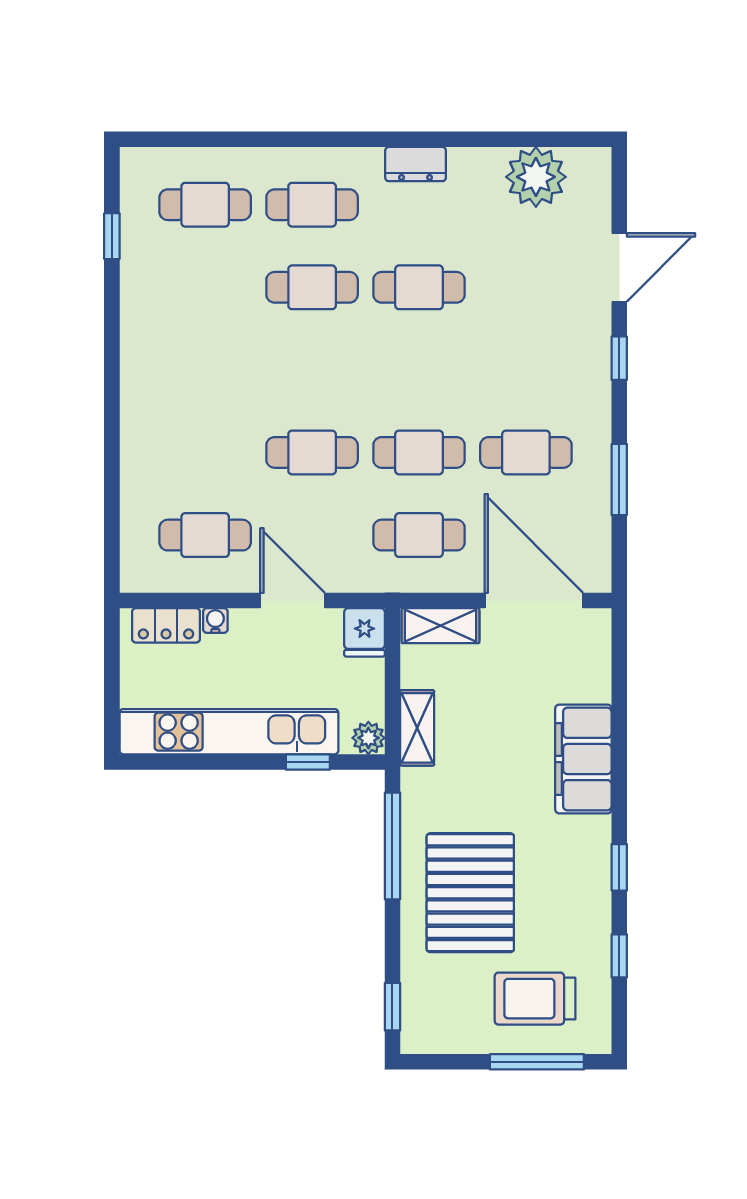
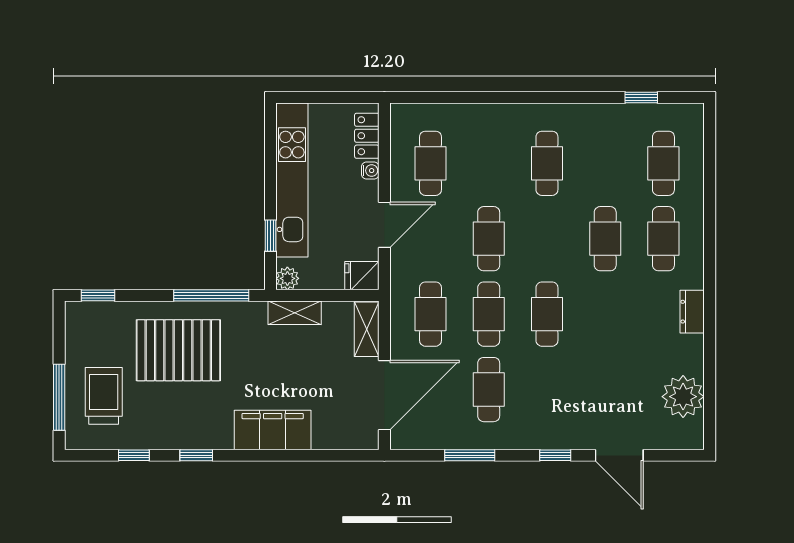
cafe table: (419, 287) -> (547, 314), moved
cafe table: (205, 370) -> (547, 163), added

